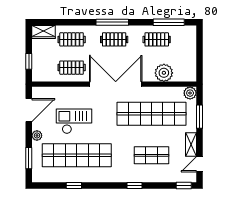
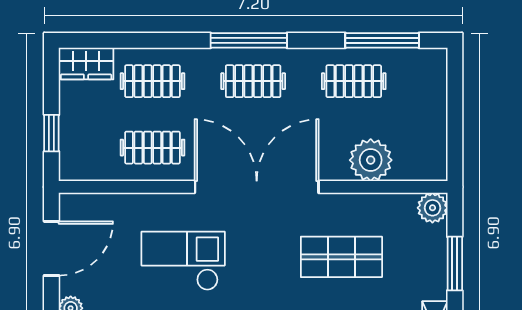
shop shelf: (152, 114) -> (341, 257), width x0.50, depth x0.74
checkout: (74, 121) -> (183, 261), moved

